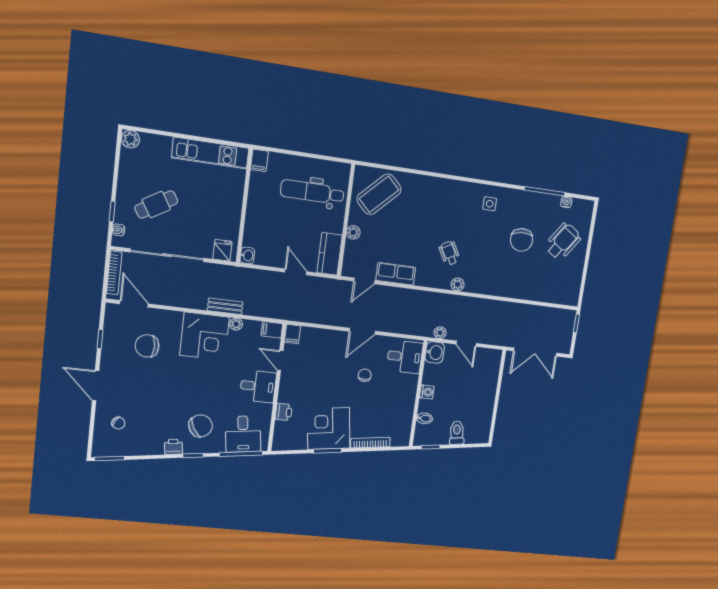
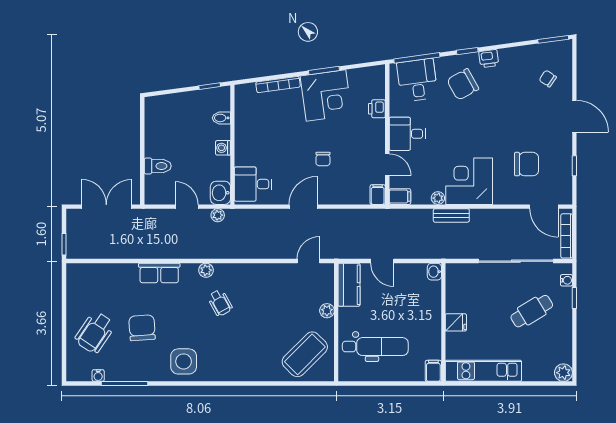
side table: (490, 204) -> (184, 361), width x1.87, depth x1.87
fridge: (222, 250) -> (456, 322), moved, turned -90
row of seats: (396, 274) -> (159, 273), moved
chair: (365, 375) -> (323, 159), moved
toilet: (457, 433) -> (158, 166), moved, turned -82

